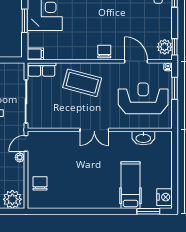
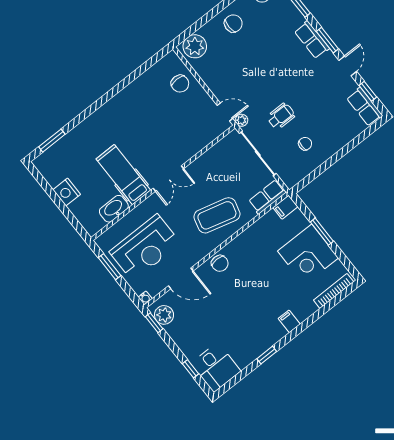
window: (175, 88) -> (110, 267), moved
double door: (94, 130) -> (168, 179), swing flipped
door: (26, 143) -> (225, 112), hinge flipped
plant: (20, 157) -> (241, 120), moved
hospital bed: (130, 185) -> (123, 175), moved, turned 180
nightstand: (164, 197) -> (67, 192), moved

